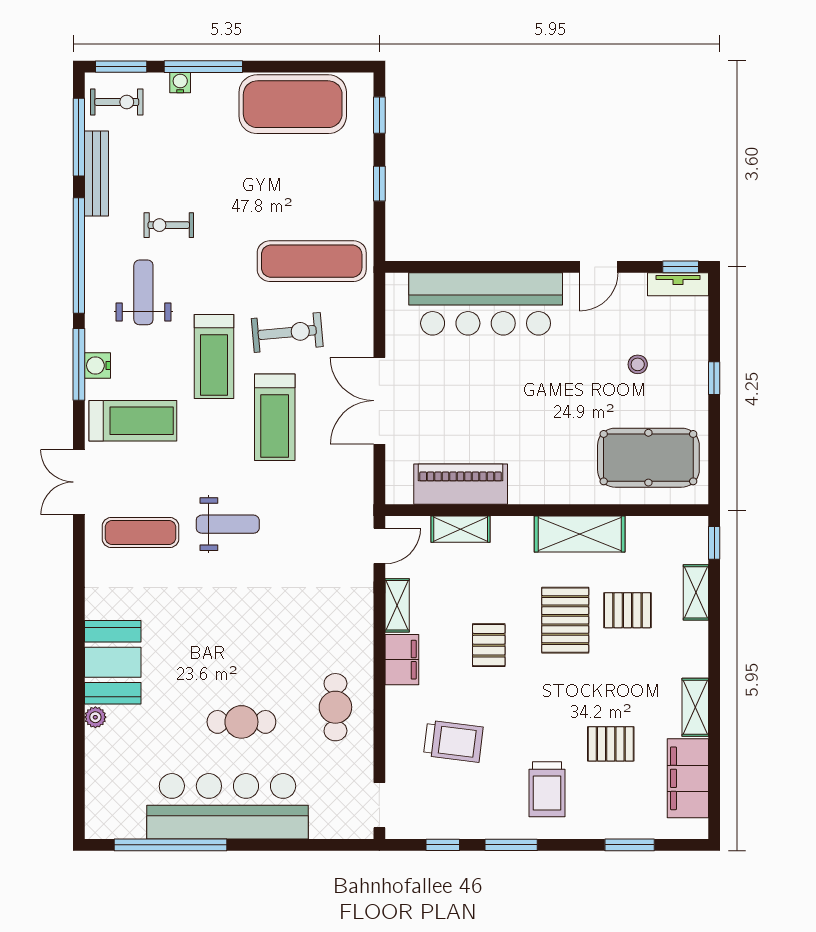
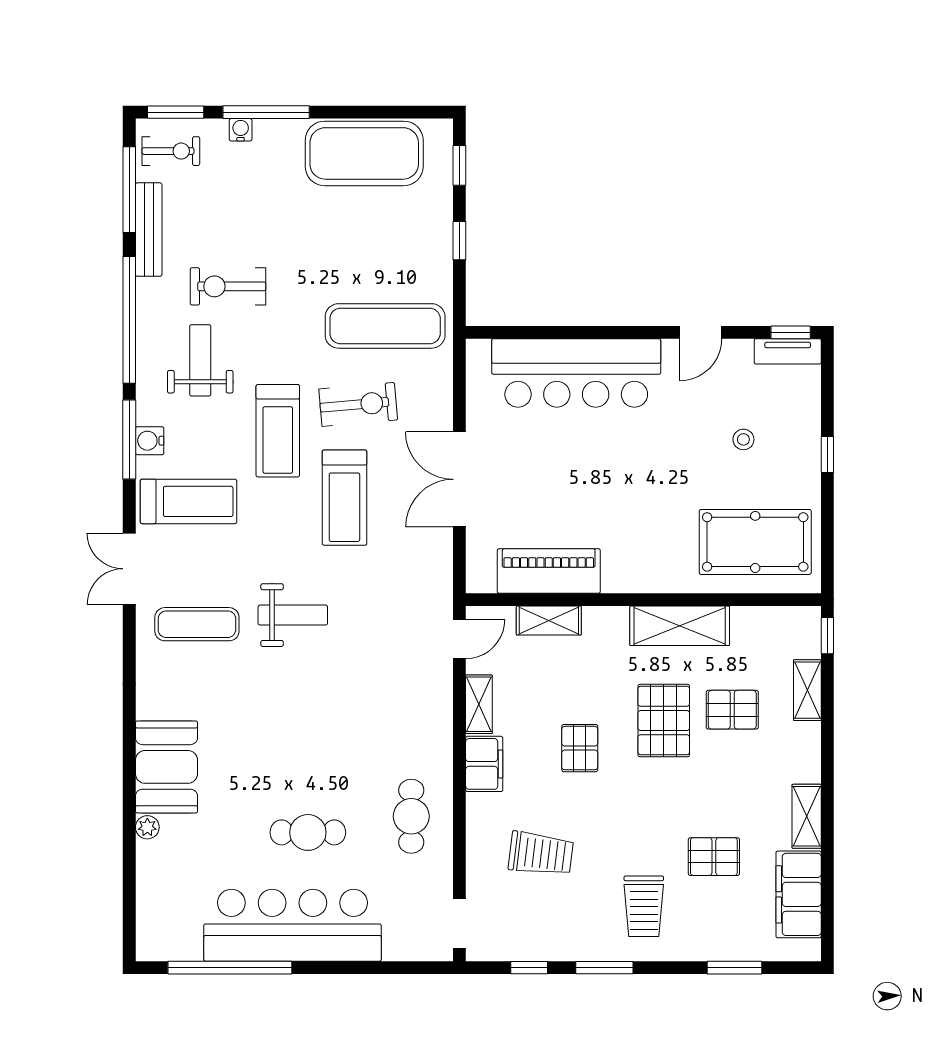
exercise bike: (169, 225) -> (228, 286), width x1.38, depth x1.39

